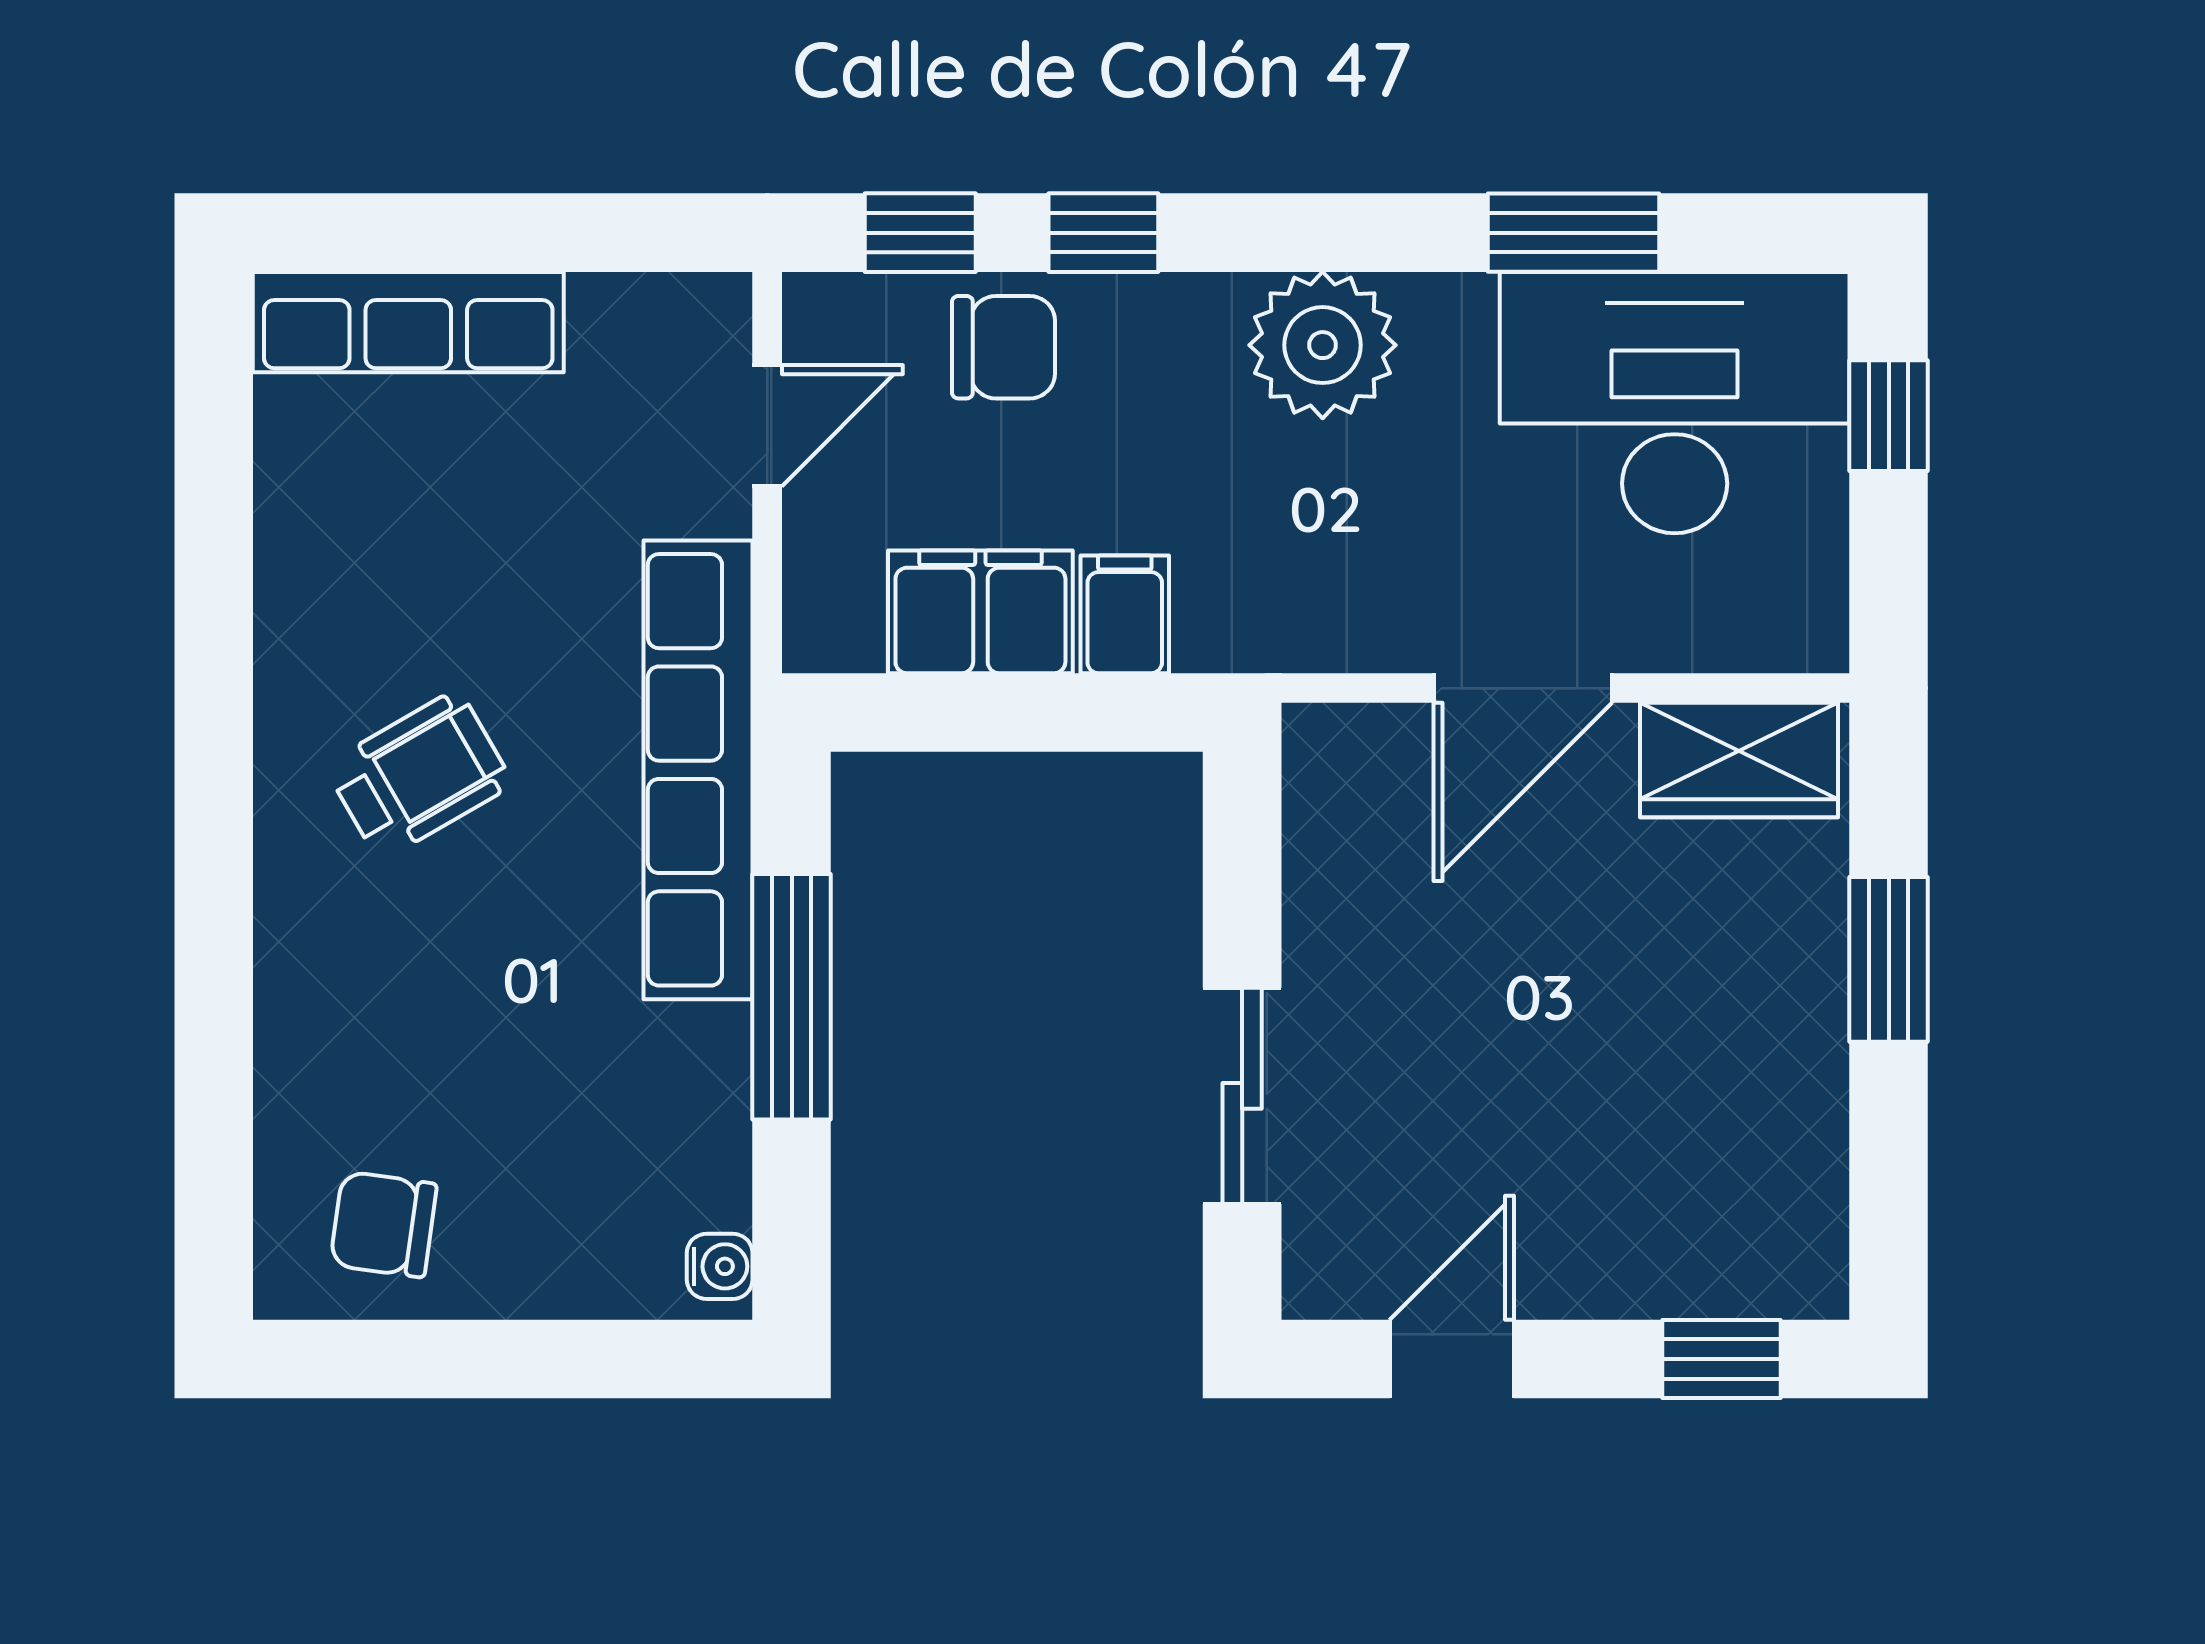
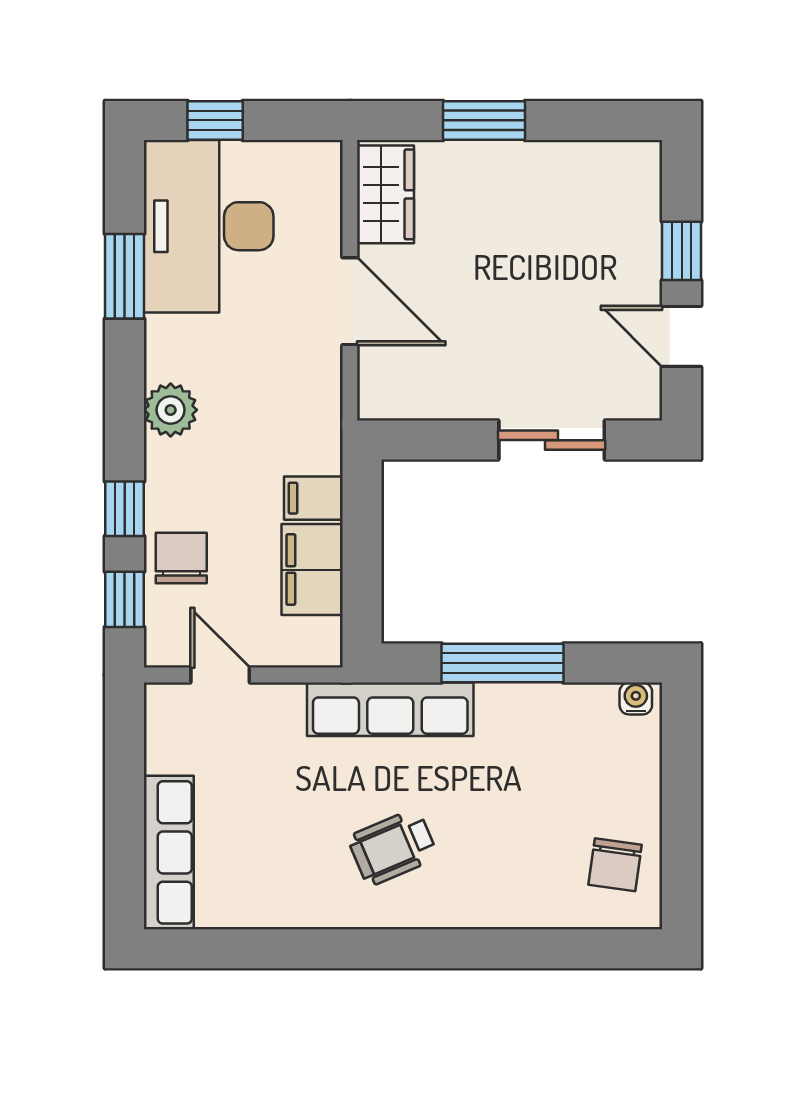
plant: (1323, 345) -> (171, 410), width x0.73, depth x0.73
row of seats: (698, 770) -> (390, 709), width x0.73
wheelchair: (419, 775) -> (393, 847), turned -83
window: (1722, 1359) -> (682, 251), moved

